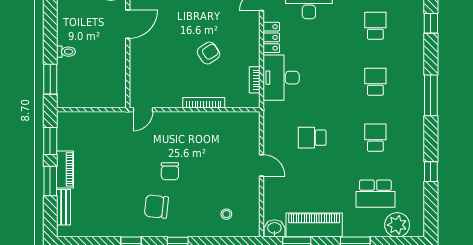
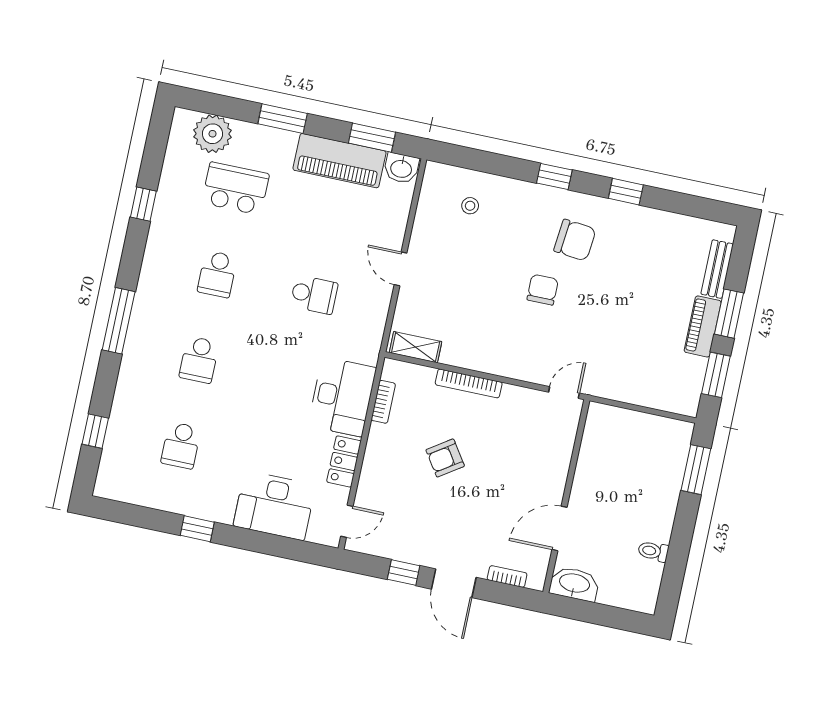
toilet: (66, 52) -> (653, 551), moved
shelving: (242, 118) -> (416, 347), added

